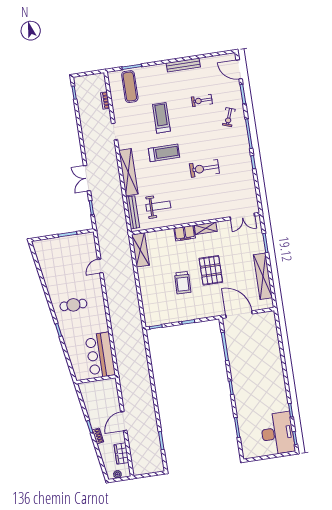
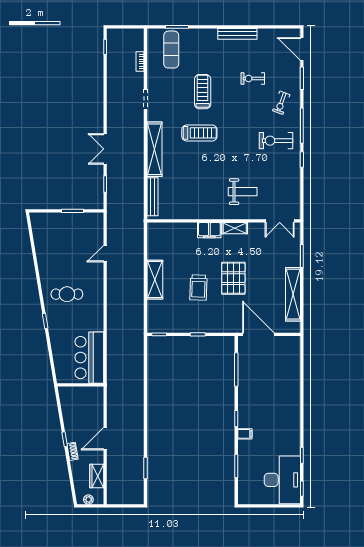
exercise bike: (204, 168) -> (276, 141), moved
weight bench: (158, 206) -> (243, 192), moved
shelving: (140, 250) -> (155, 280), moved
filing cabinet: (240, 399) -> (245, 434), added

